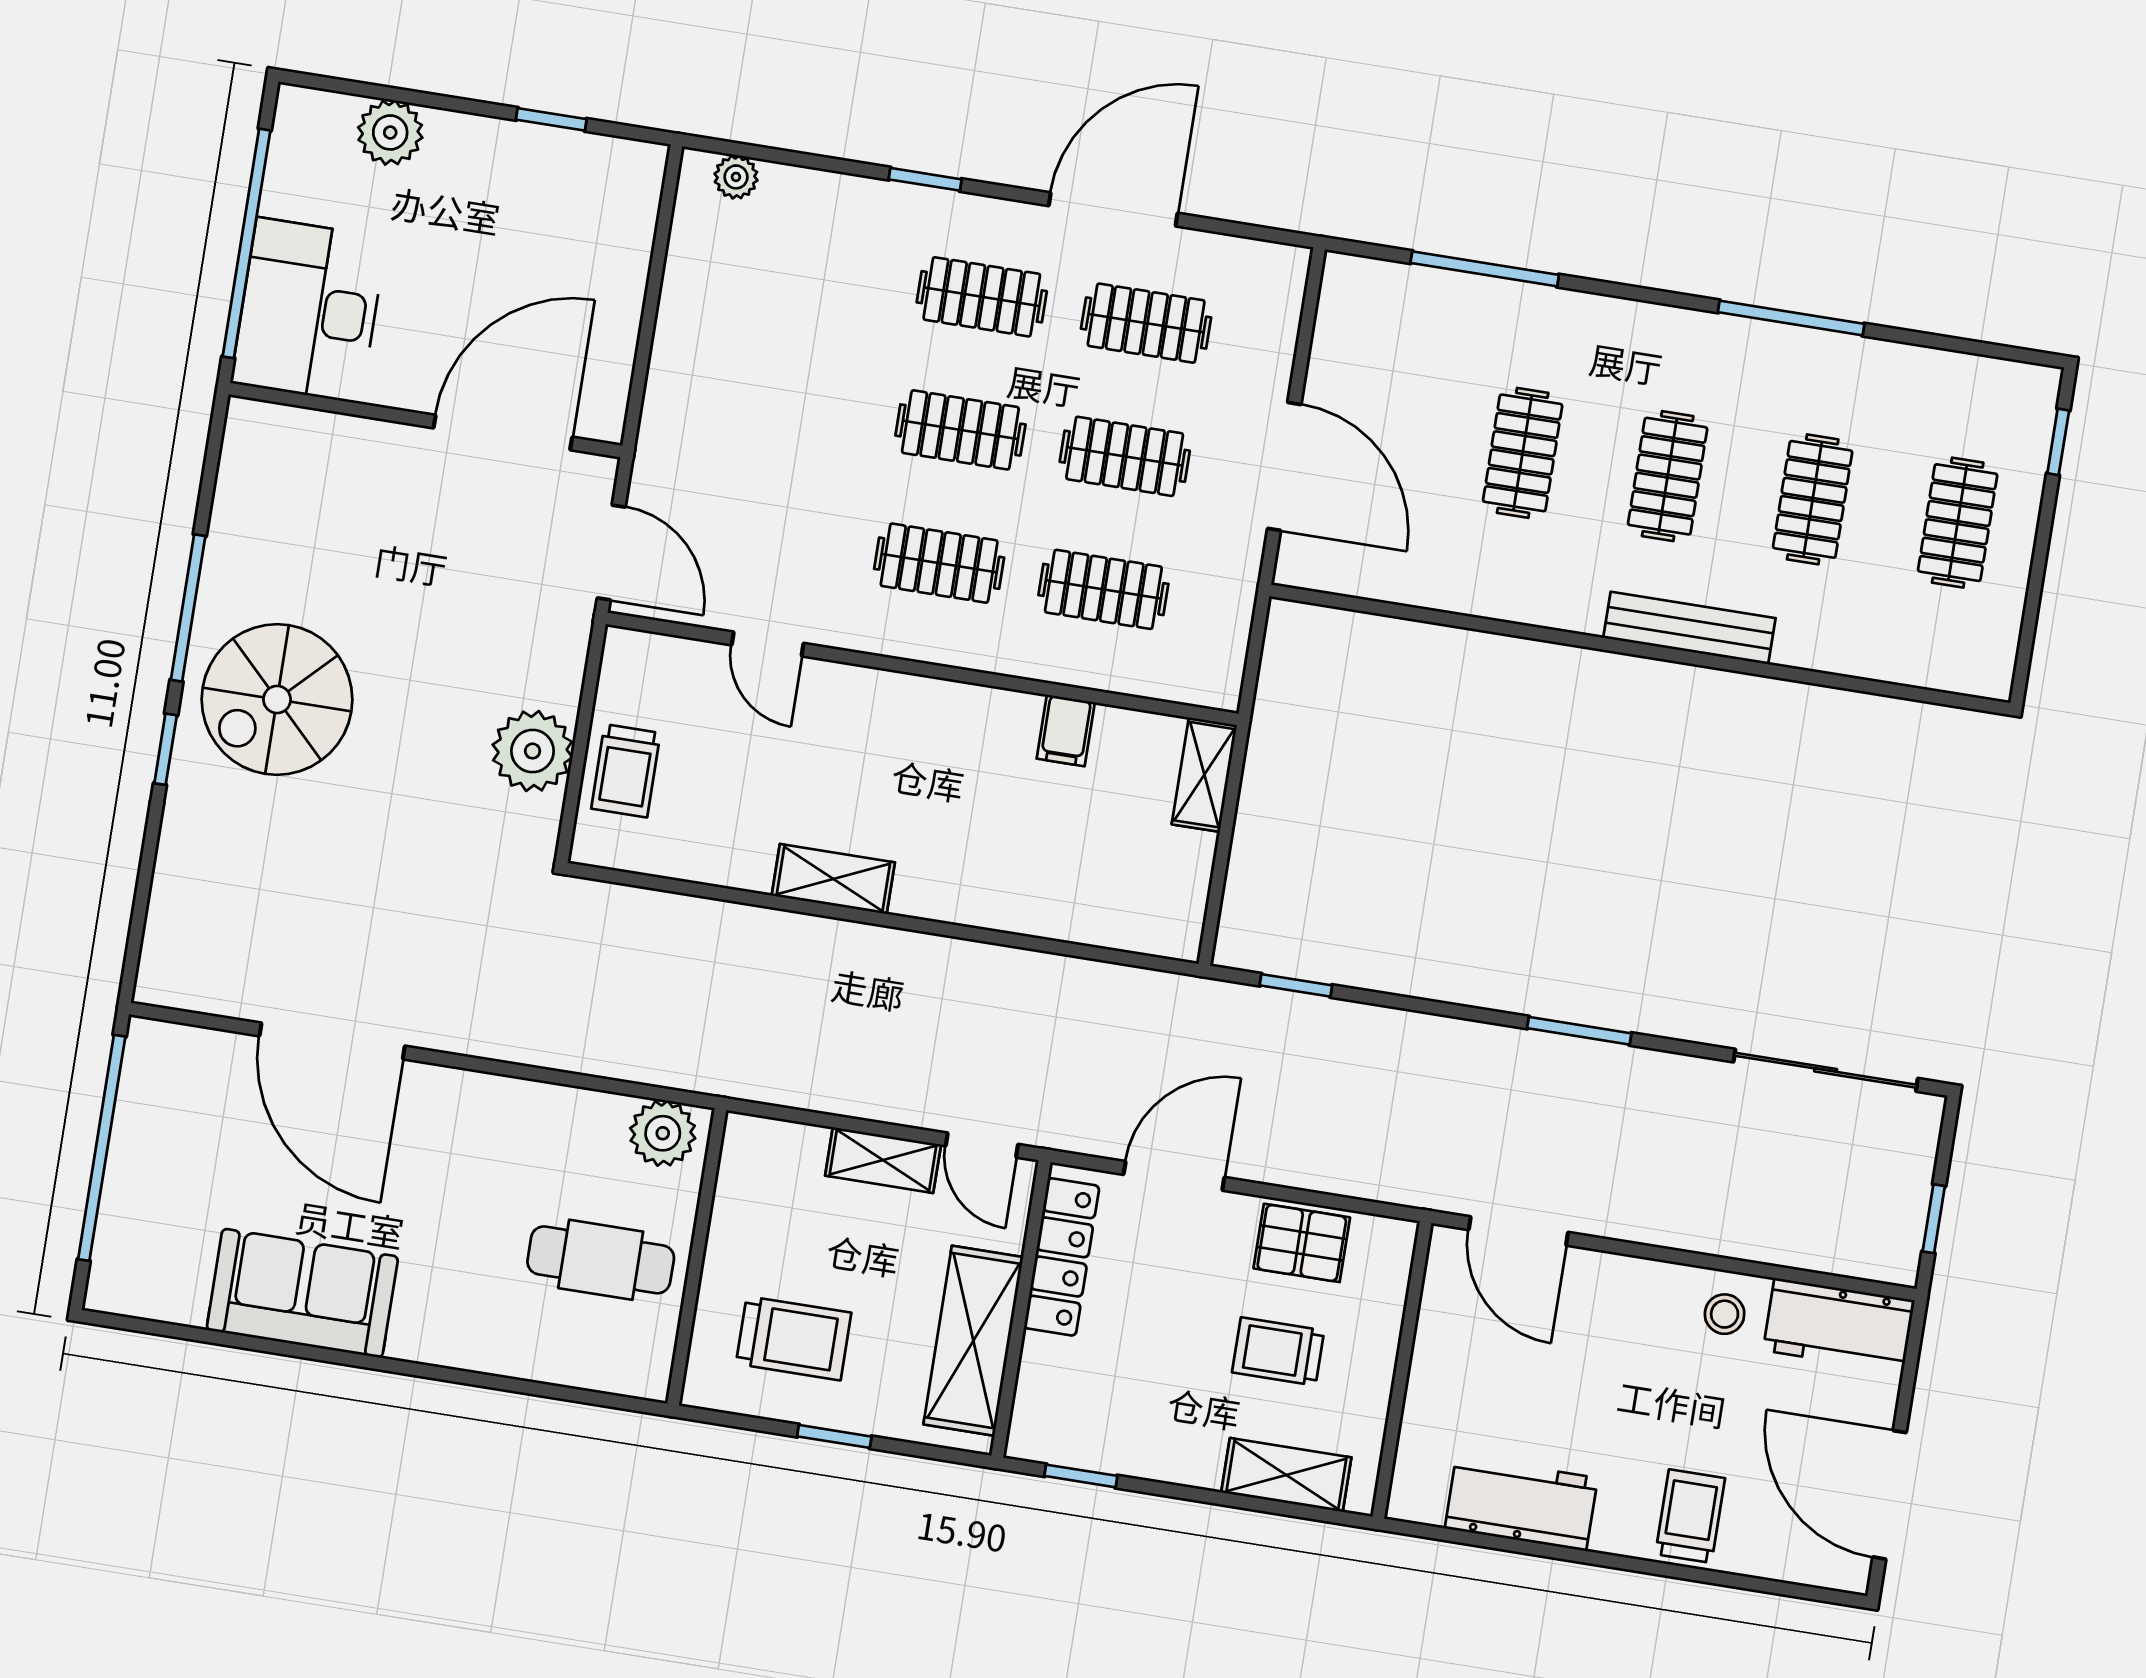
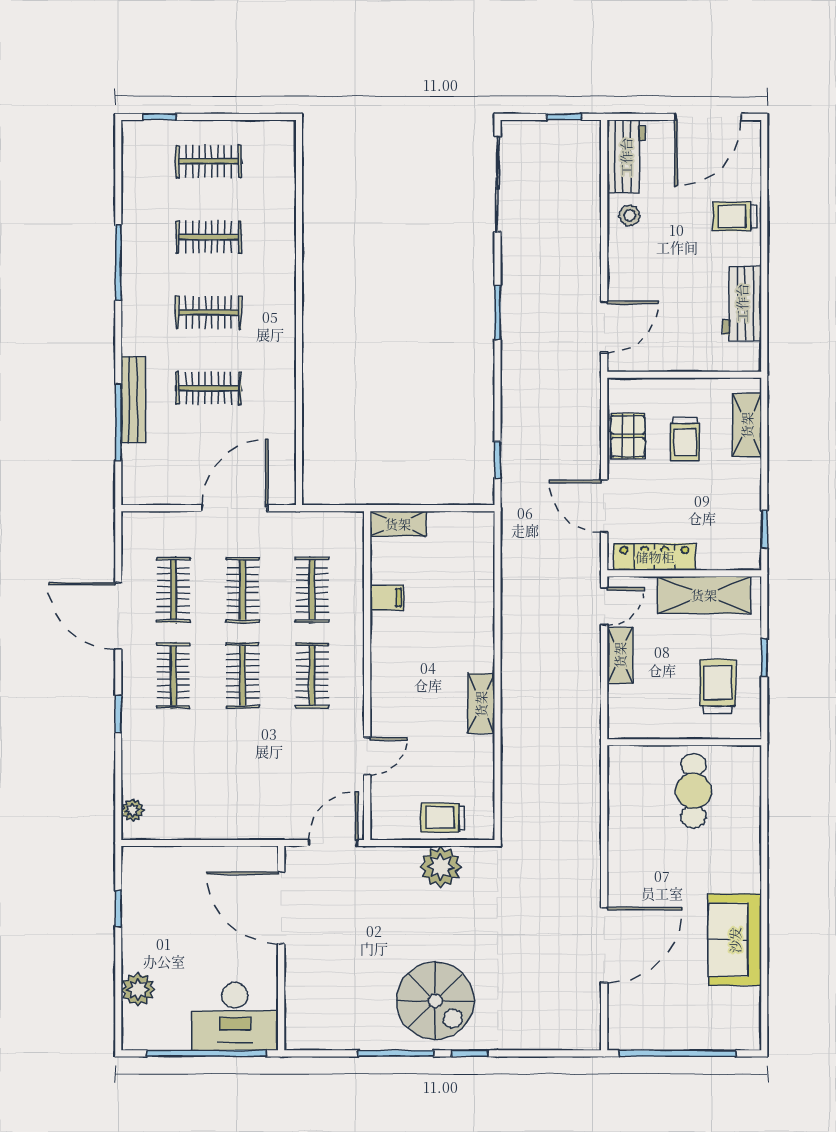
bench: (1689, 628) -> (133, 400), moved
trolley: (626, 771) -> (443, 818), turned 180
plant: (663, 1133) -> (624, 770), removed

